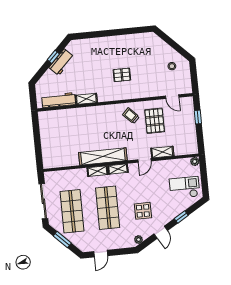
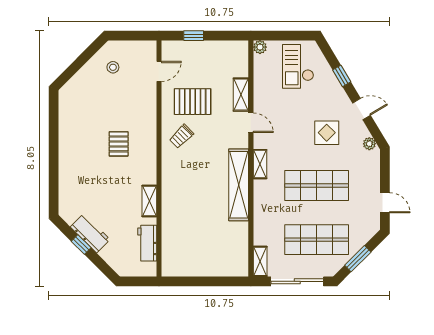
workbench: (59, 100) -> (147, 243), width x0.73
shelving: (97, 171) -> (260, 261), moved

